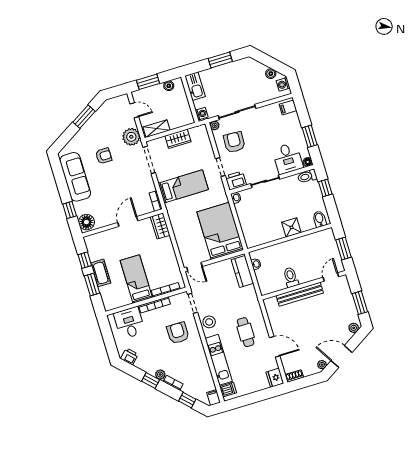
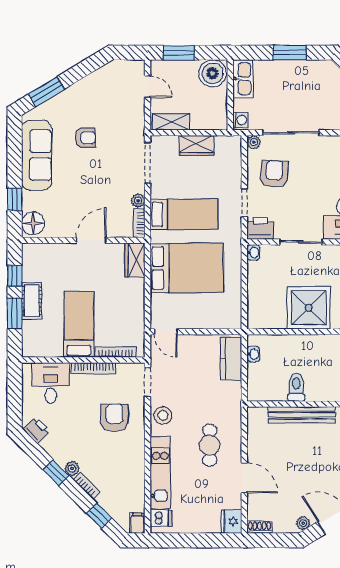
boiler: (169, 86) -> (213, 73), width x1.86, depth x1.86
window: (84, 117) -> (46, 92), moved
plant: (131, 137) -> (138, 201), moved, width x0.53, depth x0.53
shower: (291, 227) -> (309, 308), width x1.86, depth x1.86
bed: (220, 231) -> (187, 268), moved, turned 90

